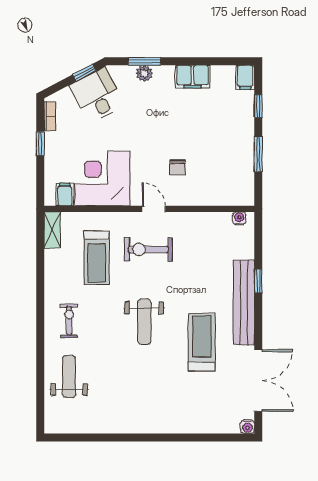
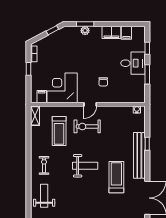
filing cabinet: (245, 77) -> (126, 33), moved
desk: (97, 95) -> (133, 63), moved, turned 118
door: (154, 209) -> (90, 104), swing flipped
weight bench: (144, 322) -> (85, 166), turned -90

